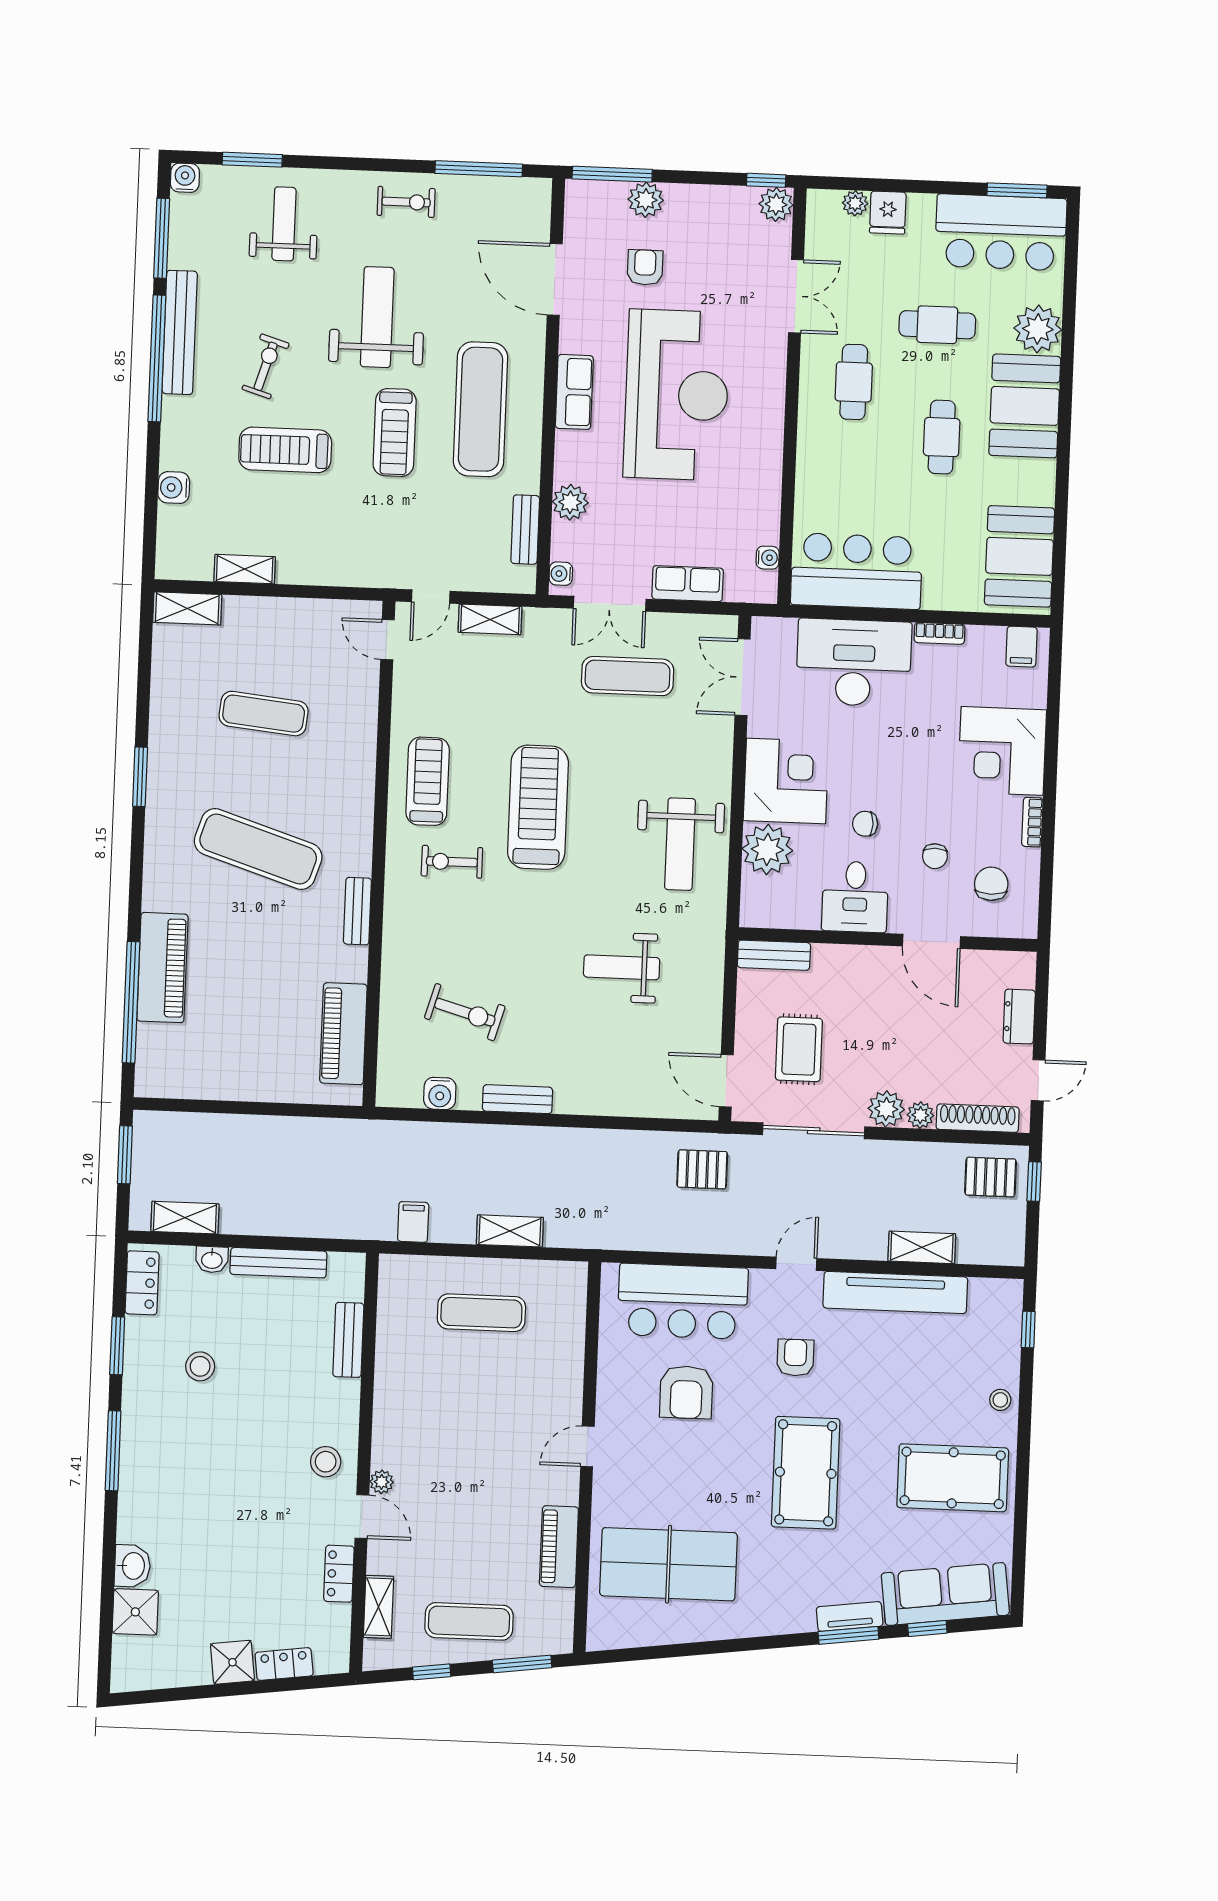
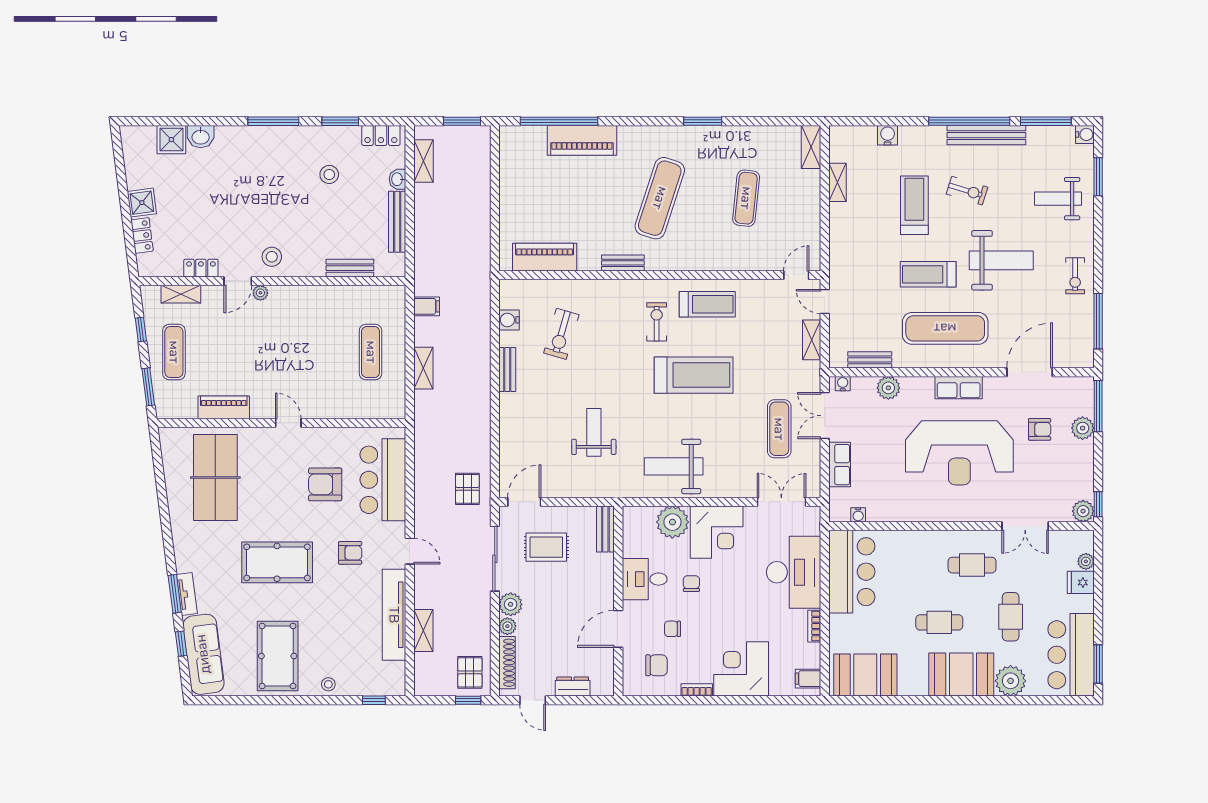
weight bench: (284, 224) -> (1058, 199), turned 180

